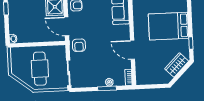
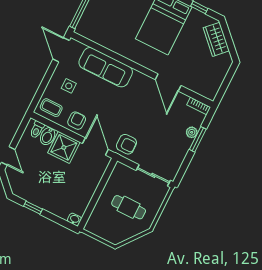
door: (67, 26) -> (95, 146), swing flipped
door: (132, 50) -> (168, 83), hinge flipped
cafe table: (40, 69) -> (129, 207), width x0.73, depth x0.74

